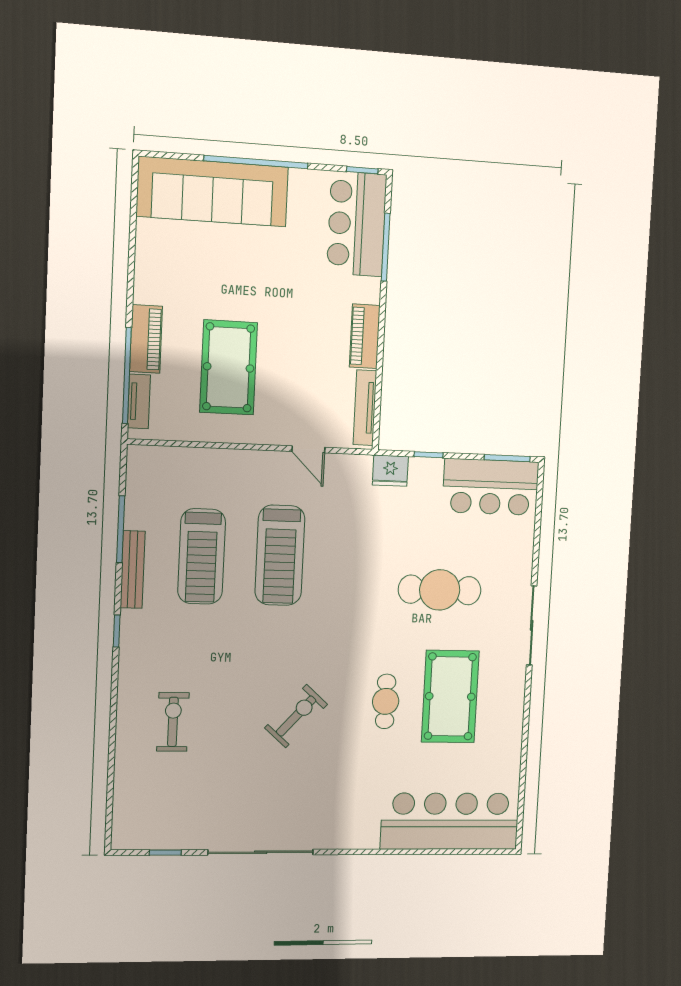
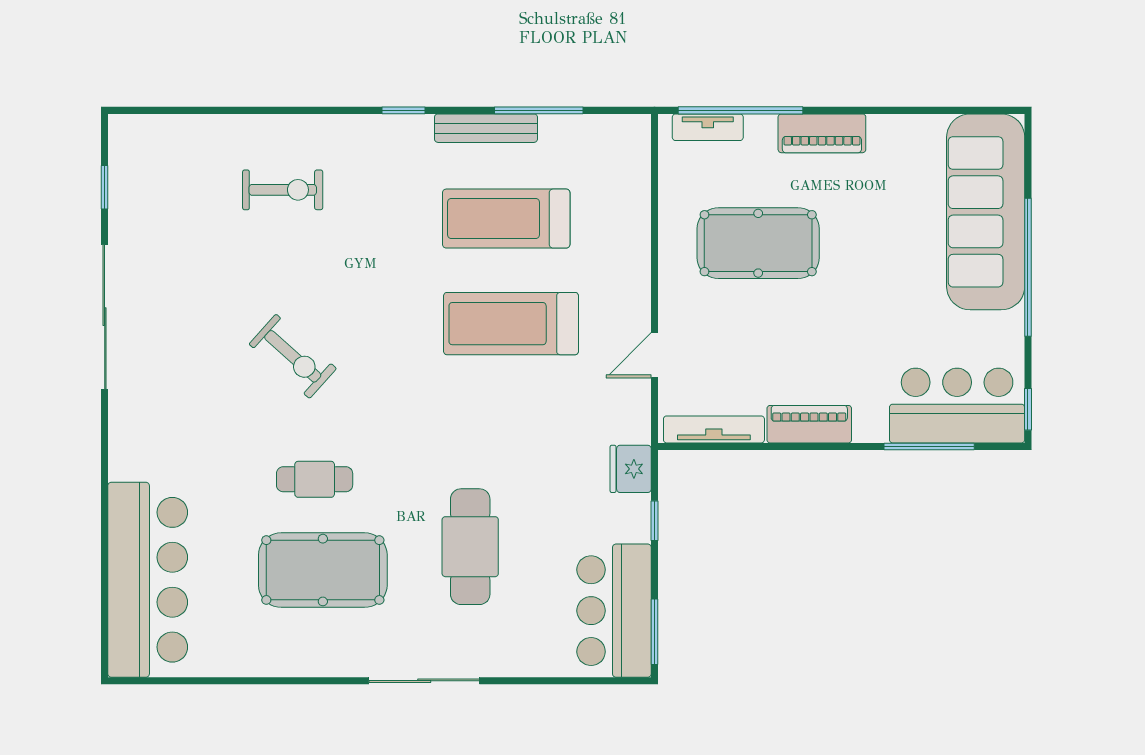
piano: (146, 339) -> (822, 133), moved

